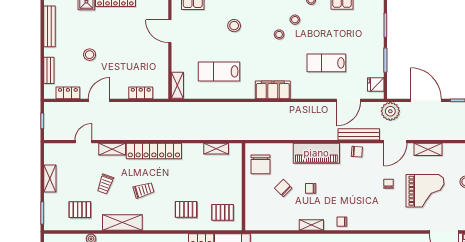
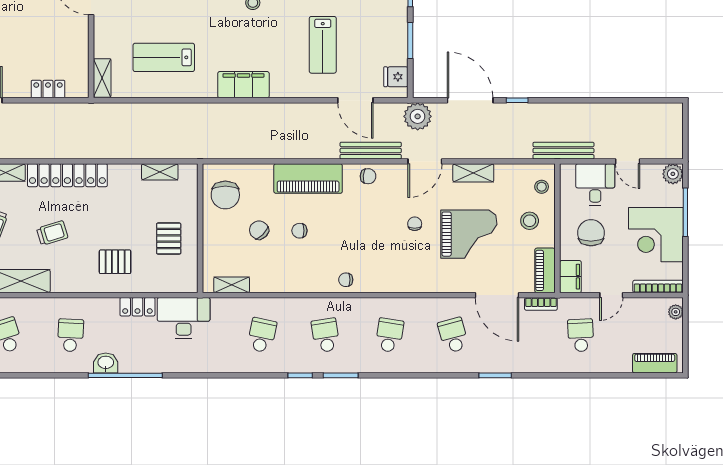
lab bench: (326, 63) -> (323, 45), turned -90
door: (348, 100) -> (355, 100), hinge flipped
pallet: (223, 212) -> (169, 239), moved, turned 90
shelving: (311, 225) -> (232, 285), moved

